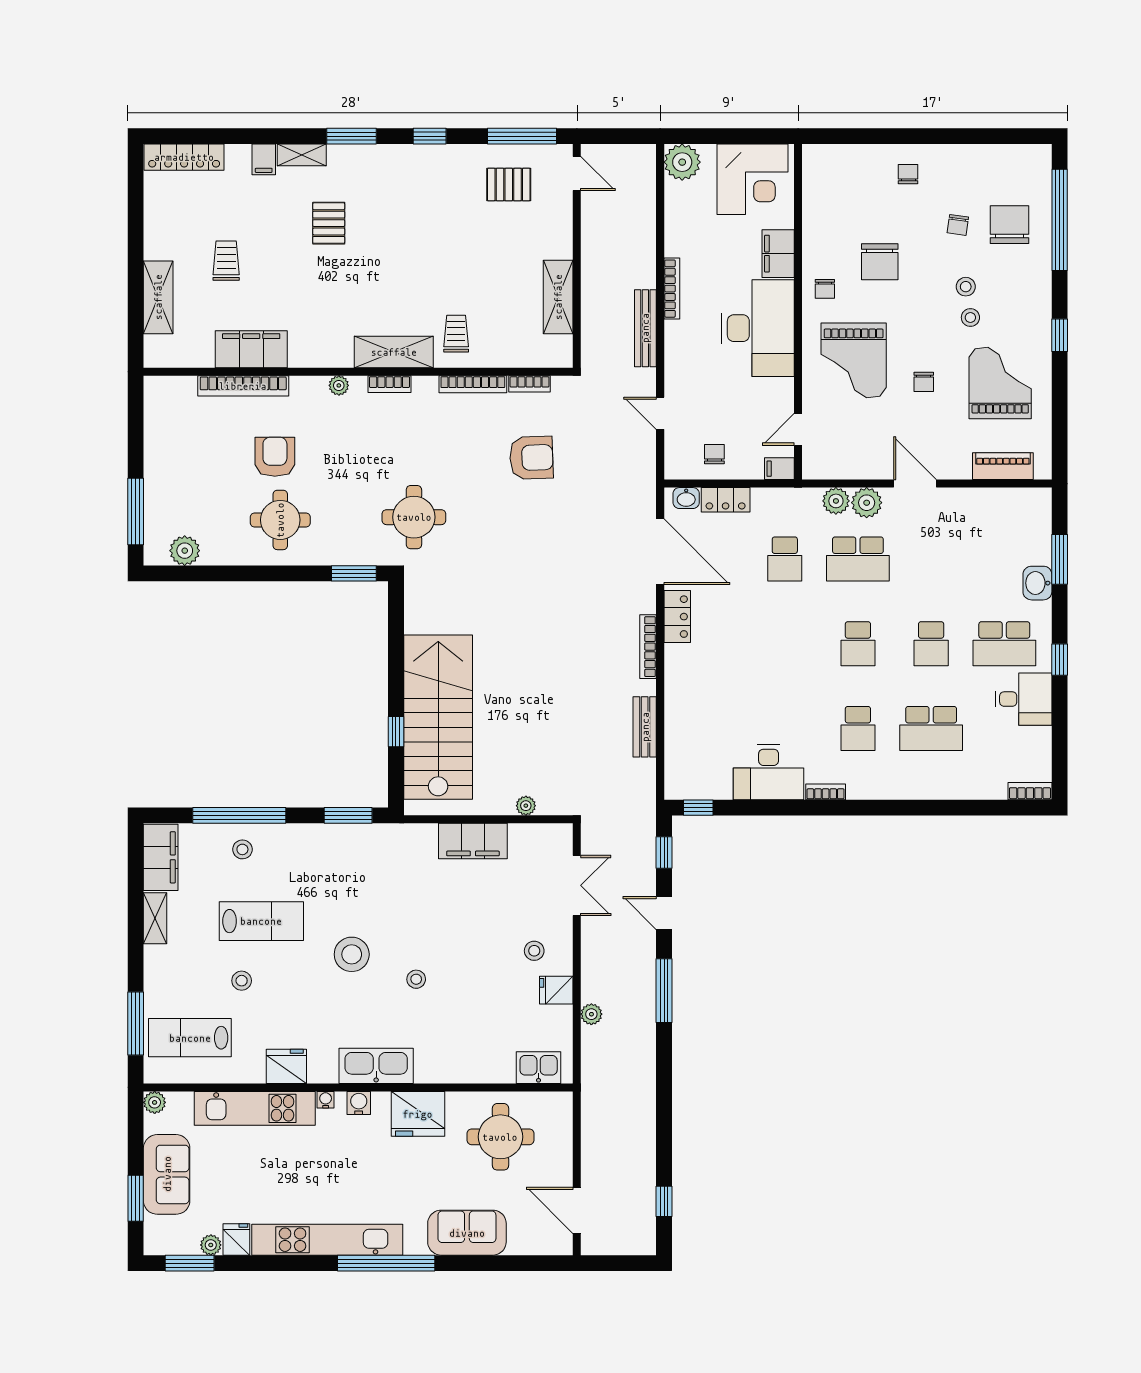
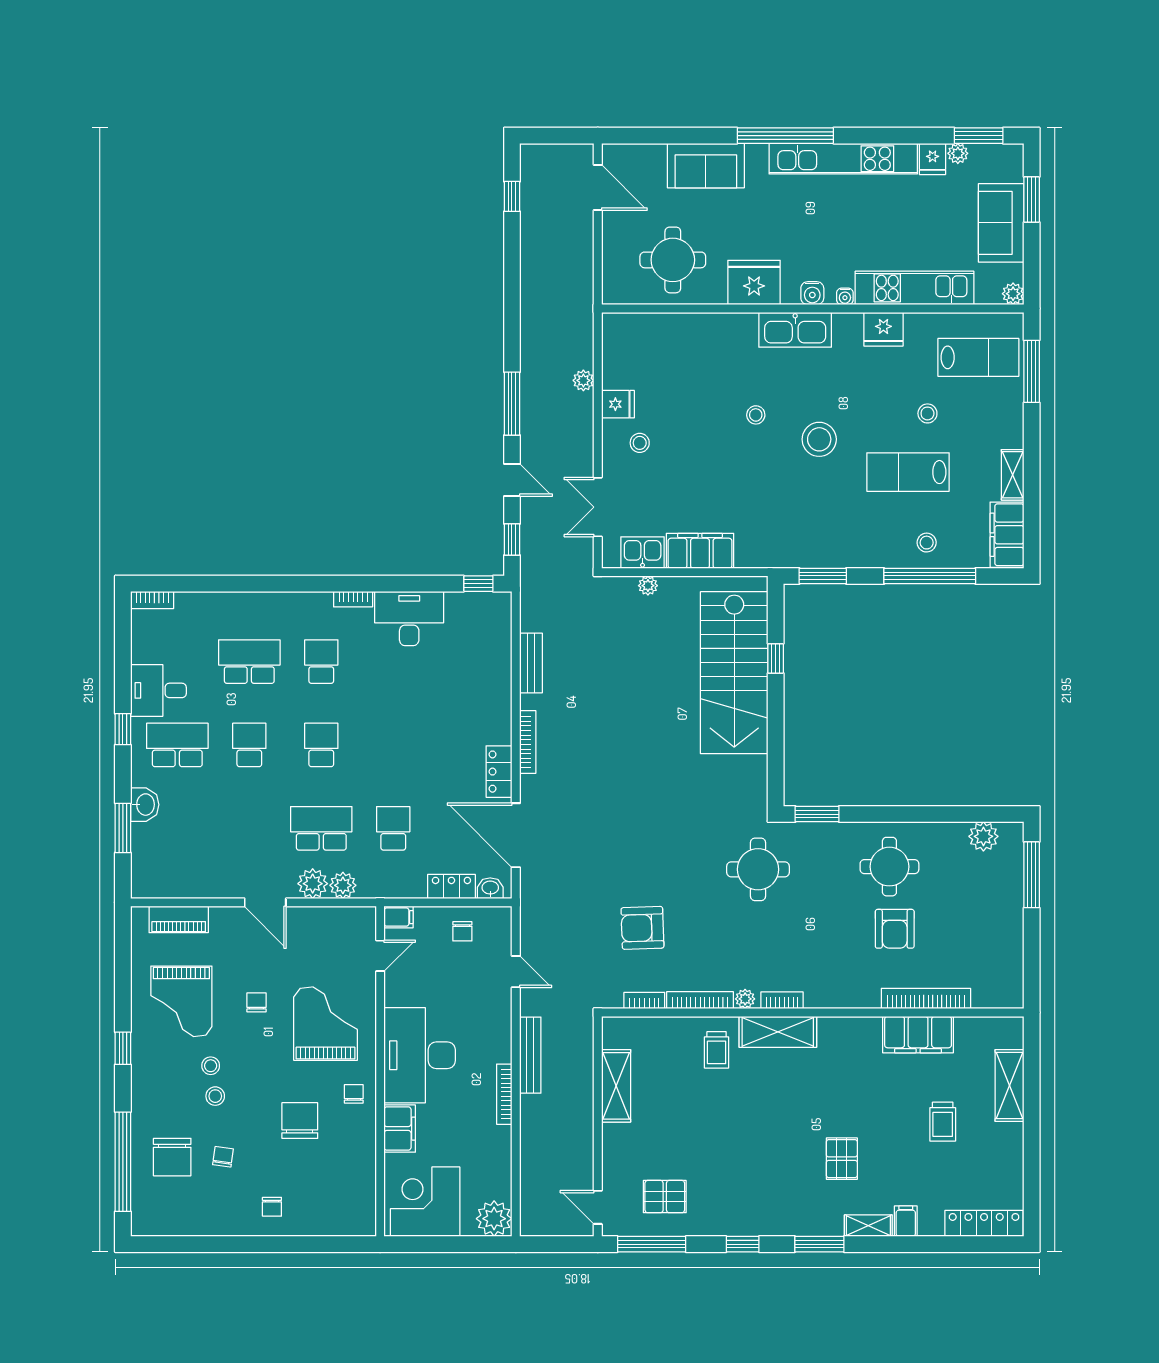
plant: (339, 385) -> (745, 999), moved
kitchen sink: (539, 1068) -> (643, 553), moved, turned 180

